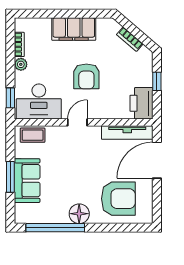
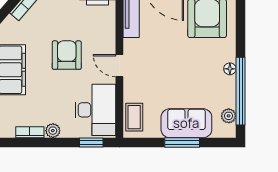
armchair: (86, 76) -> (67, 55), turned -90
floor lamp: (79, 214) -> (230, 69), width x0.53, depth x0.53
plant: (34, 217) -> (229, 116), added

